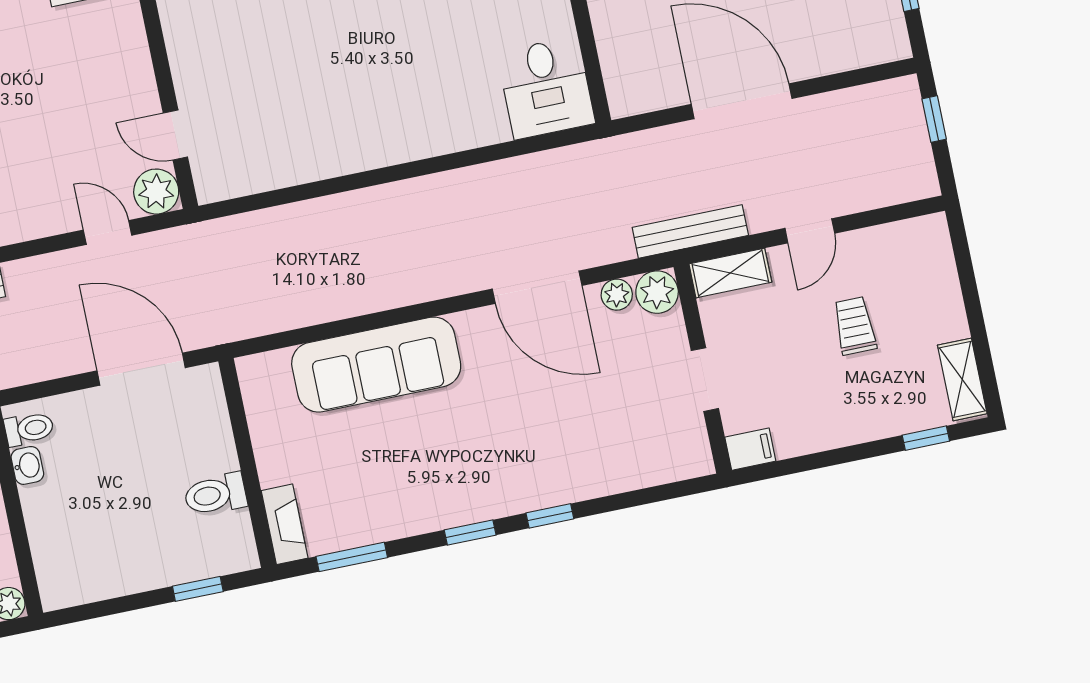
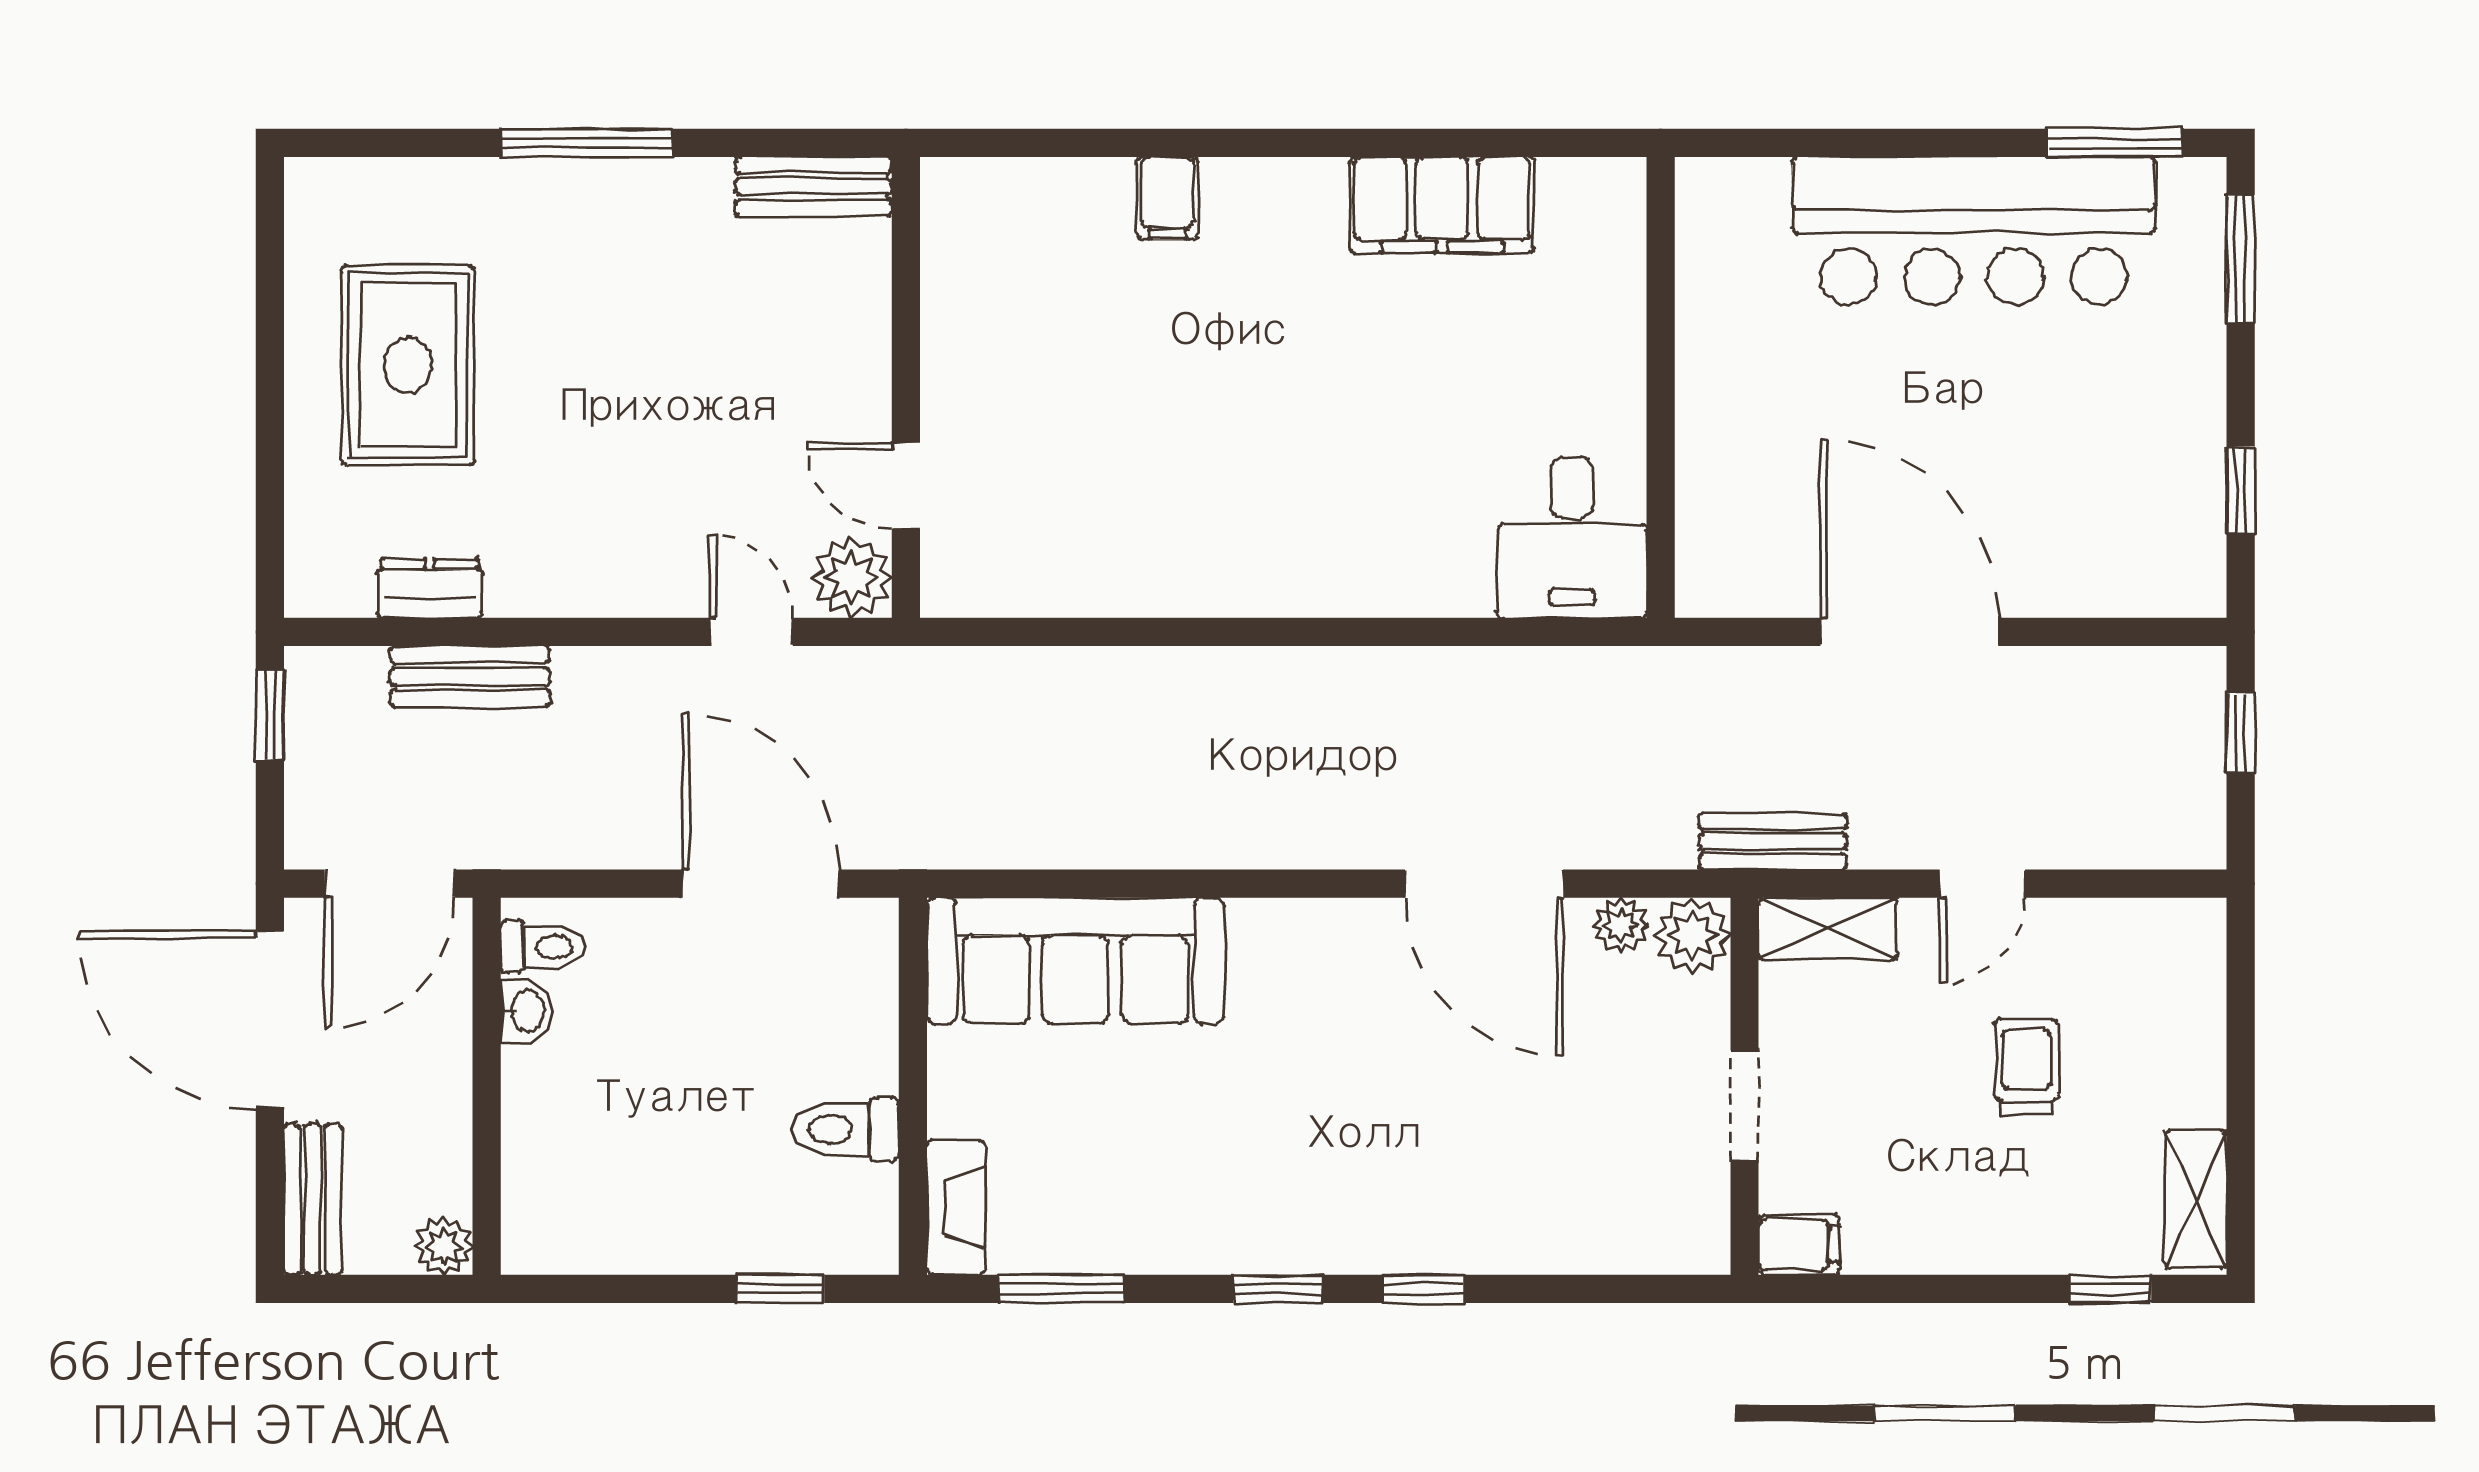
bench: (690, 231) -> (1773, 841), width x0.73
sofa: (376, 365) -> (1075, 961), moved

